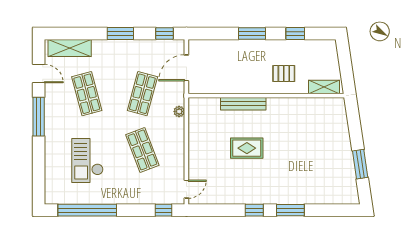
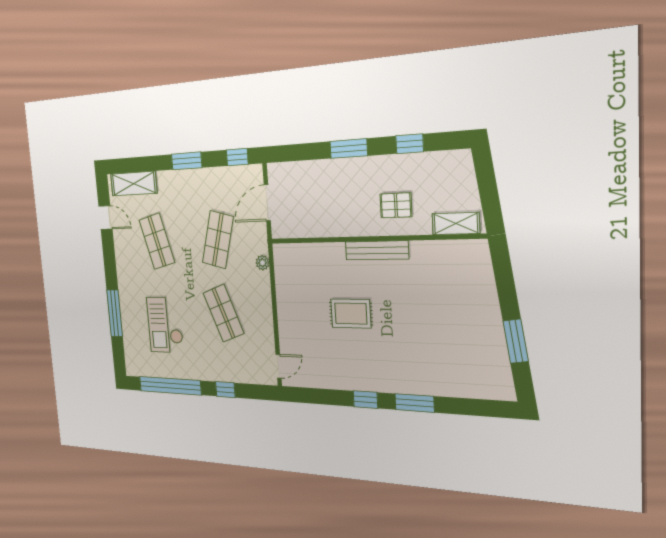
bench: (243, 104) -> (377, 250), moved
window: (39, 117) -> (115, 313), moved
window: (164, 210) -> (225, 390), moved

